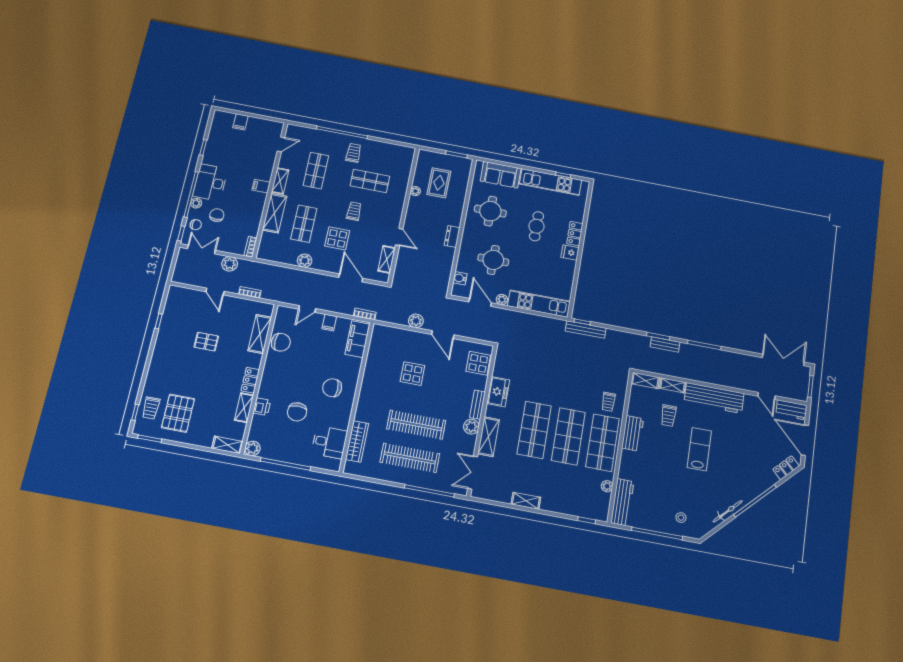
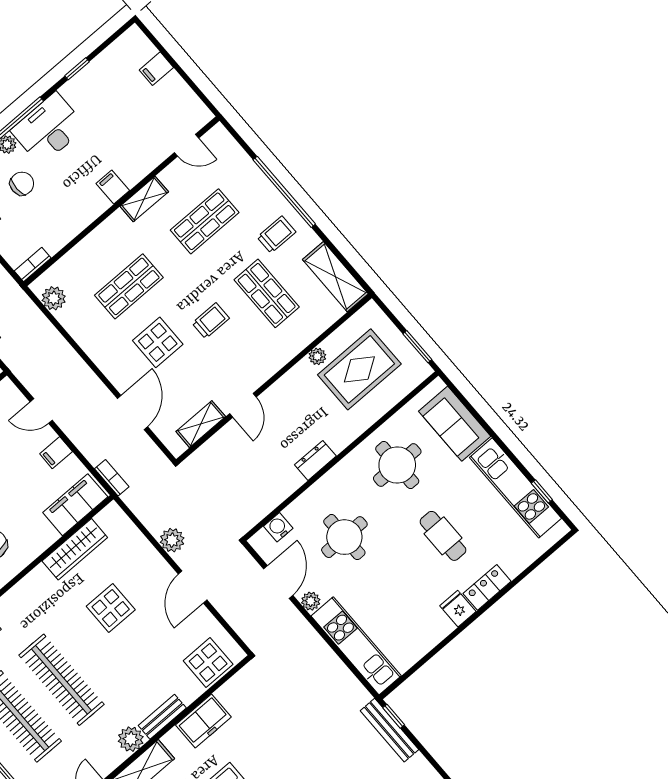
rug: (439, 183) -> (359, 369), width x1.36, depth x1.43
shelving: (275, 213) -> (335, 277), moved, turned 90
cafe table: (537, 226) -> (443, 536), turned 90
plant: (305, 261) -> (54, 298), moved
wardrobe: (374, 360) -> (75, 549), added

